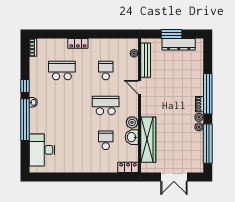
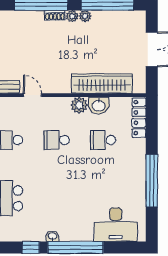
door: (139, 87) -> (32, 95), swing flipped
school desk: (106, 105) -> (57, 140), width x0.54
locker: (128, 167) -> (139, 118), width x1.53
window: (75, 177) -> (152, 181), added

